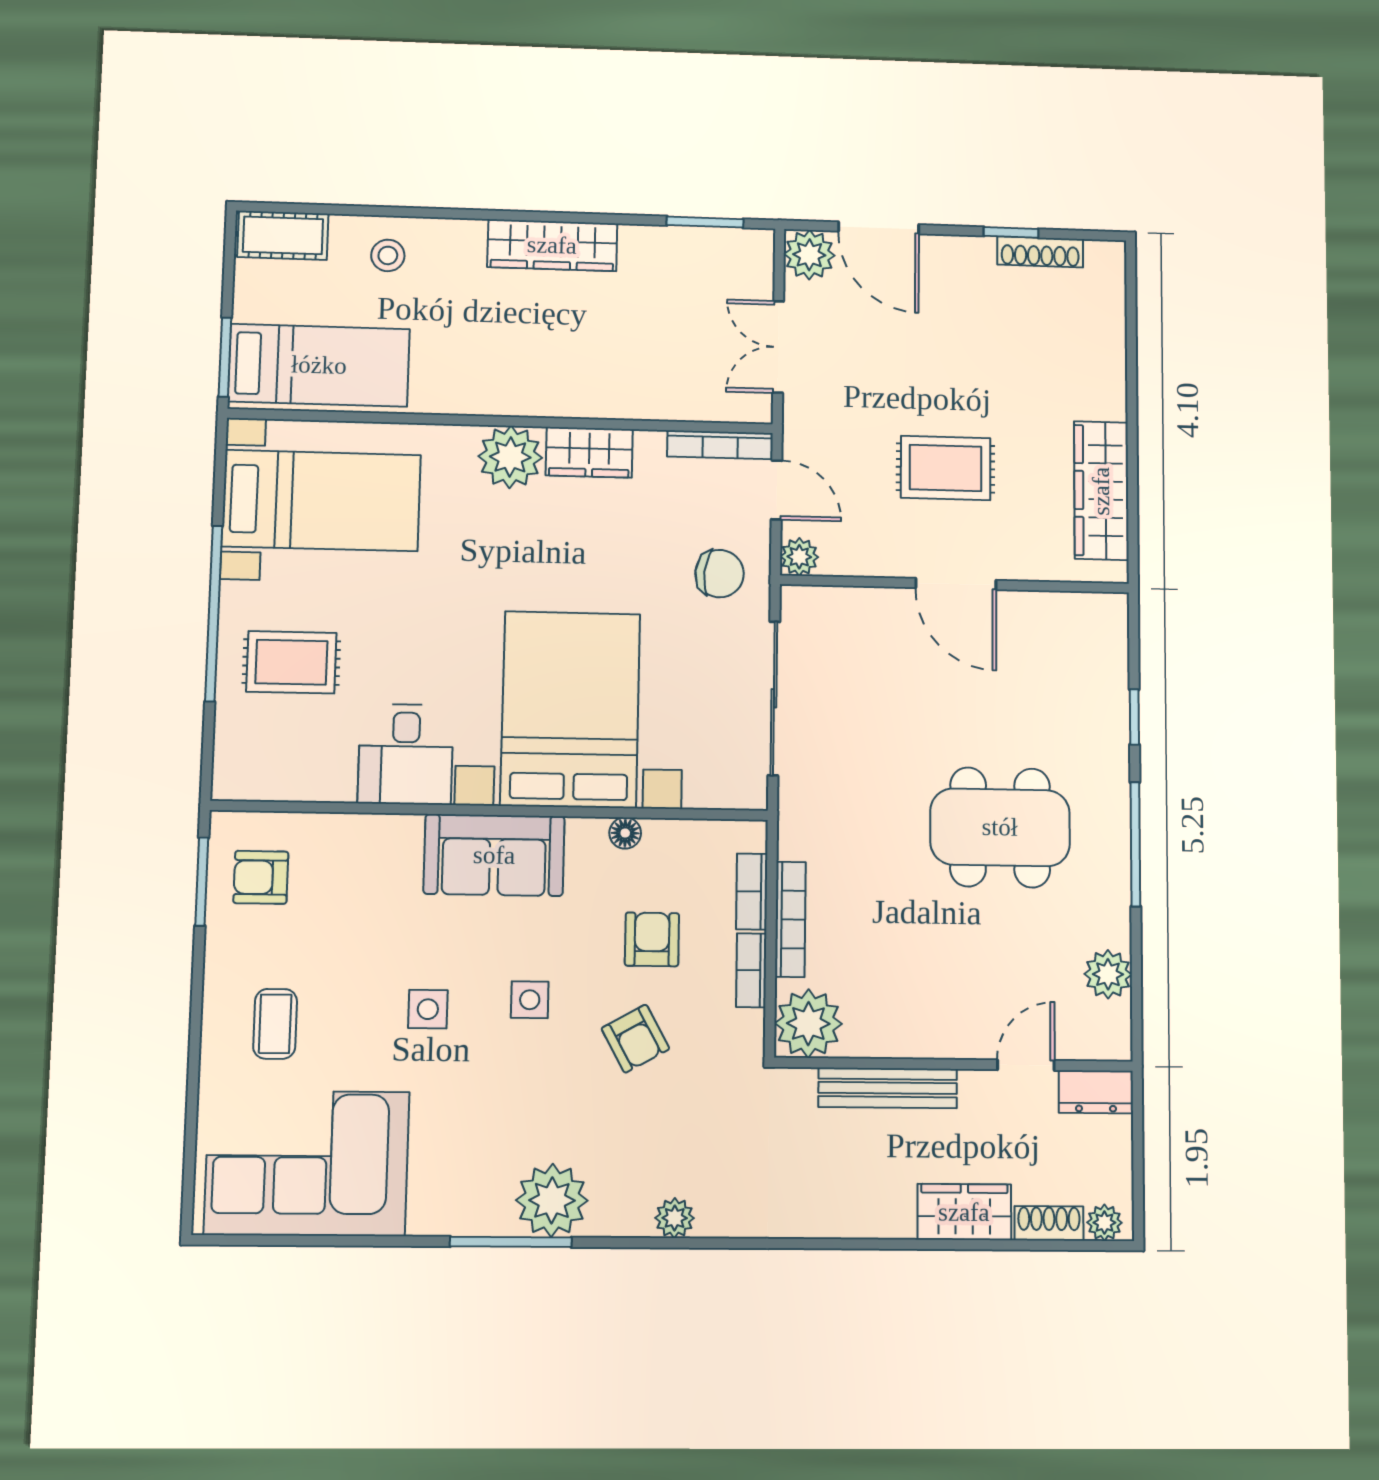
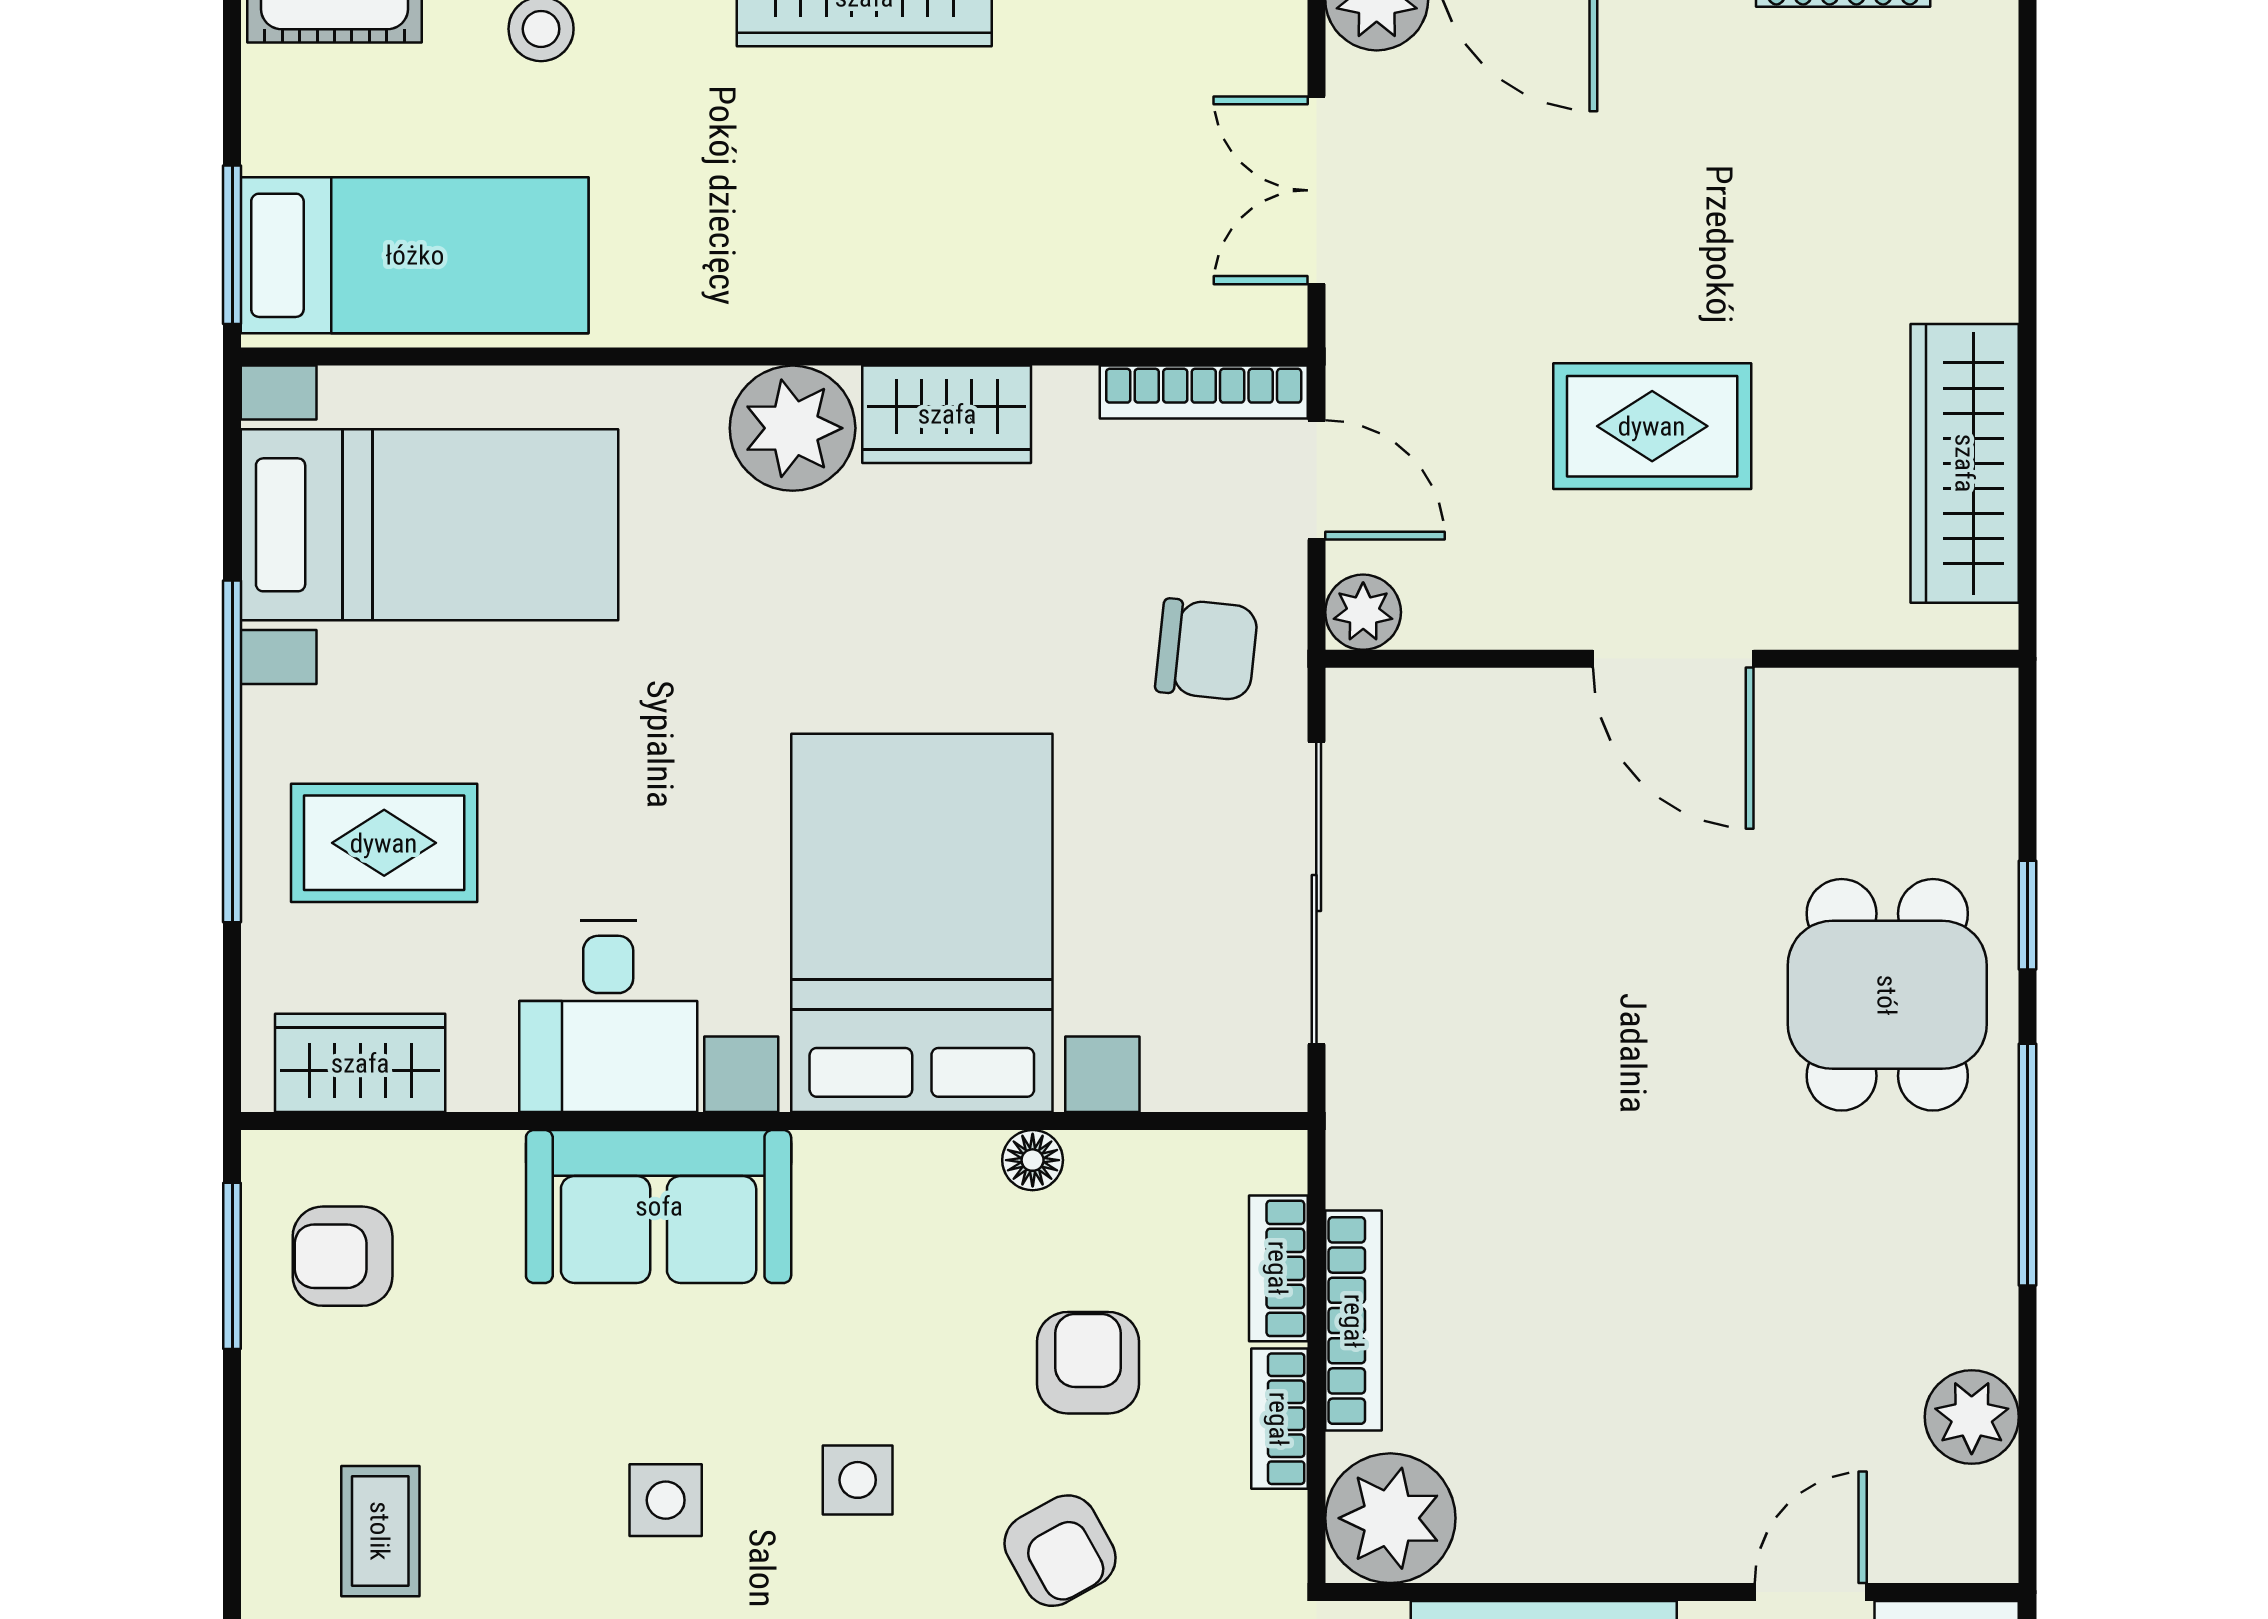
wardrobe: (274, 776) -> (360, 1063), added
dining table: (1000, 827) -> (1887, 995), moved, width x0.73
sofa: (494, 855) -> (659, 1206), moved

